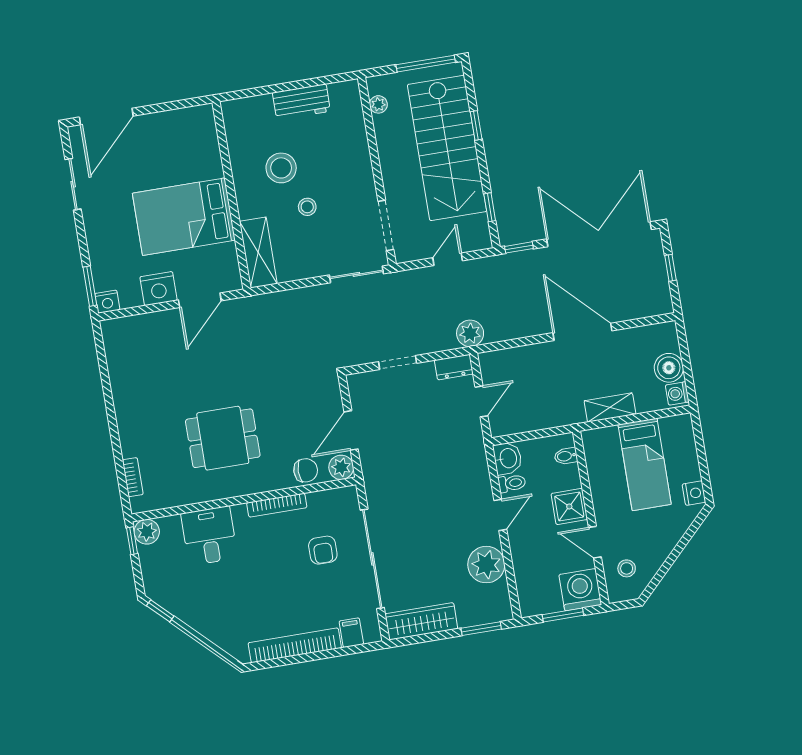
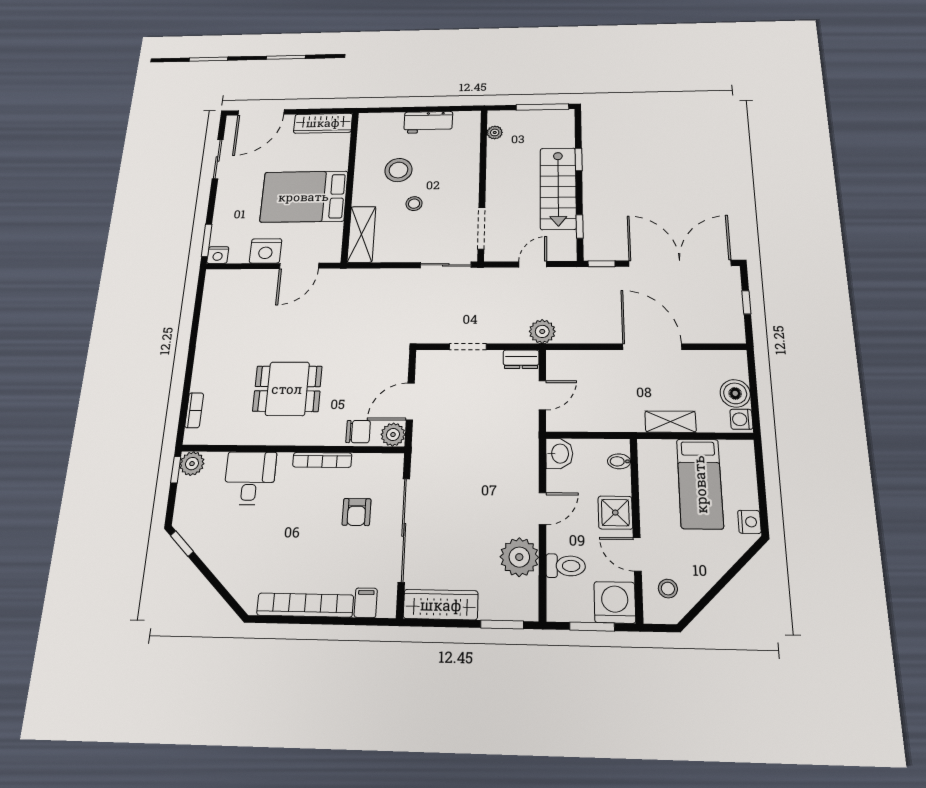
wardrobe: (182, 121) -> (323, 123), added
stairs: (447, 148) -> (558, 188), width x0.73, depth x0.66
toilet: (512, 483) -> (566, 566), moved, width x1.37, depth x1.39

